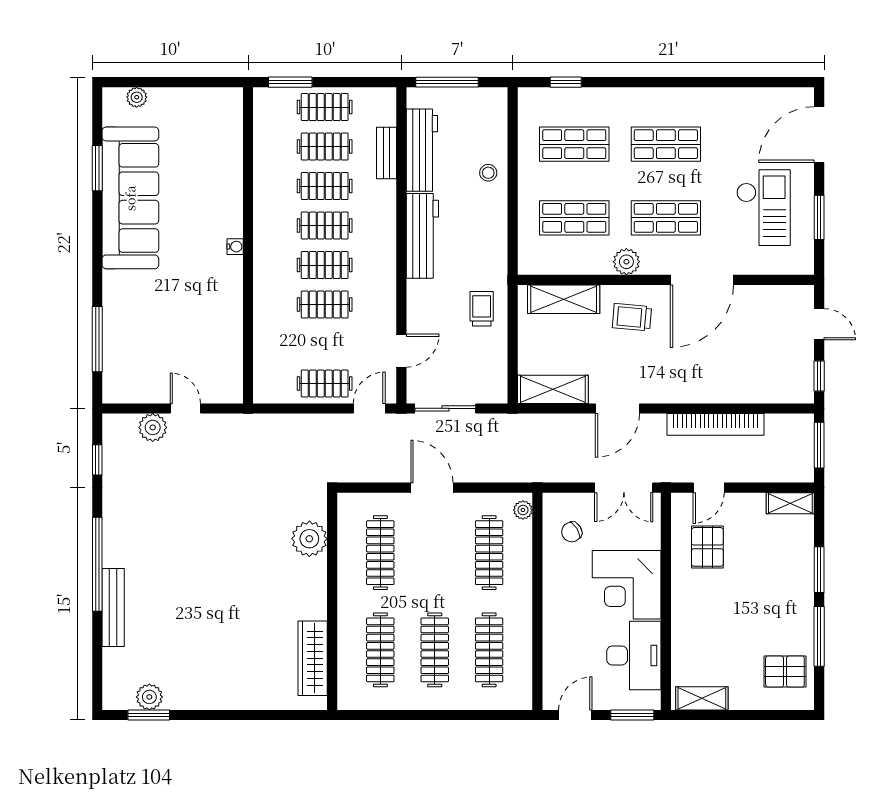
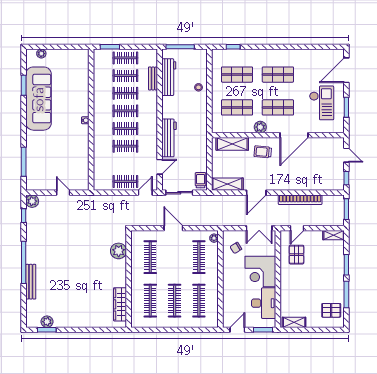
workbench: (422, 236) -> (169, 138), moved
trolley: (482, 309) -> (201, 180), moved
plant: (153, 427) -> (32, 201), moved

